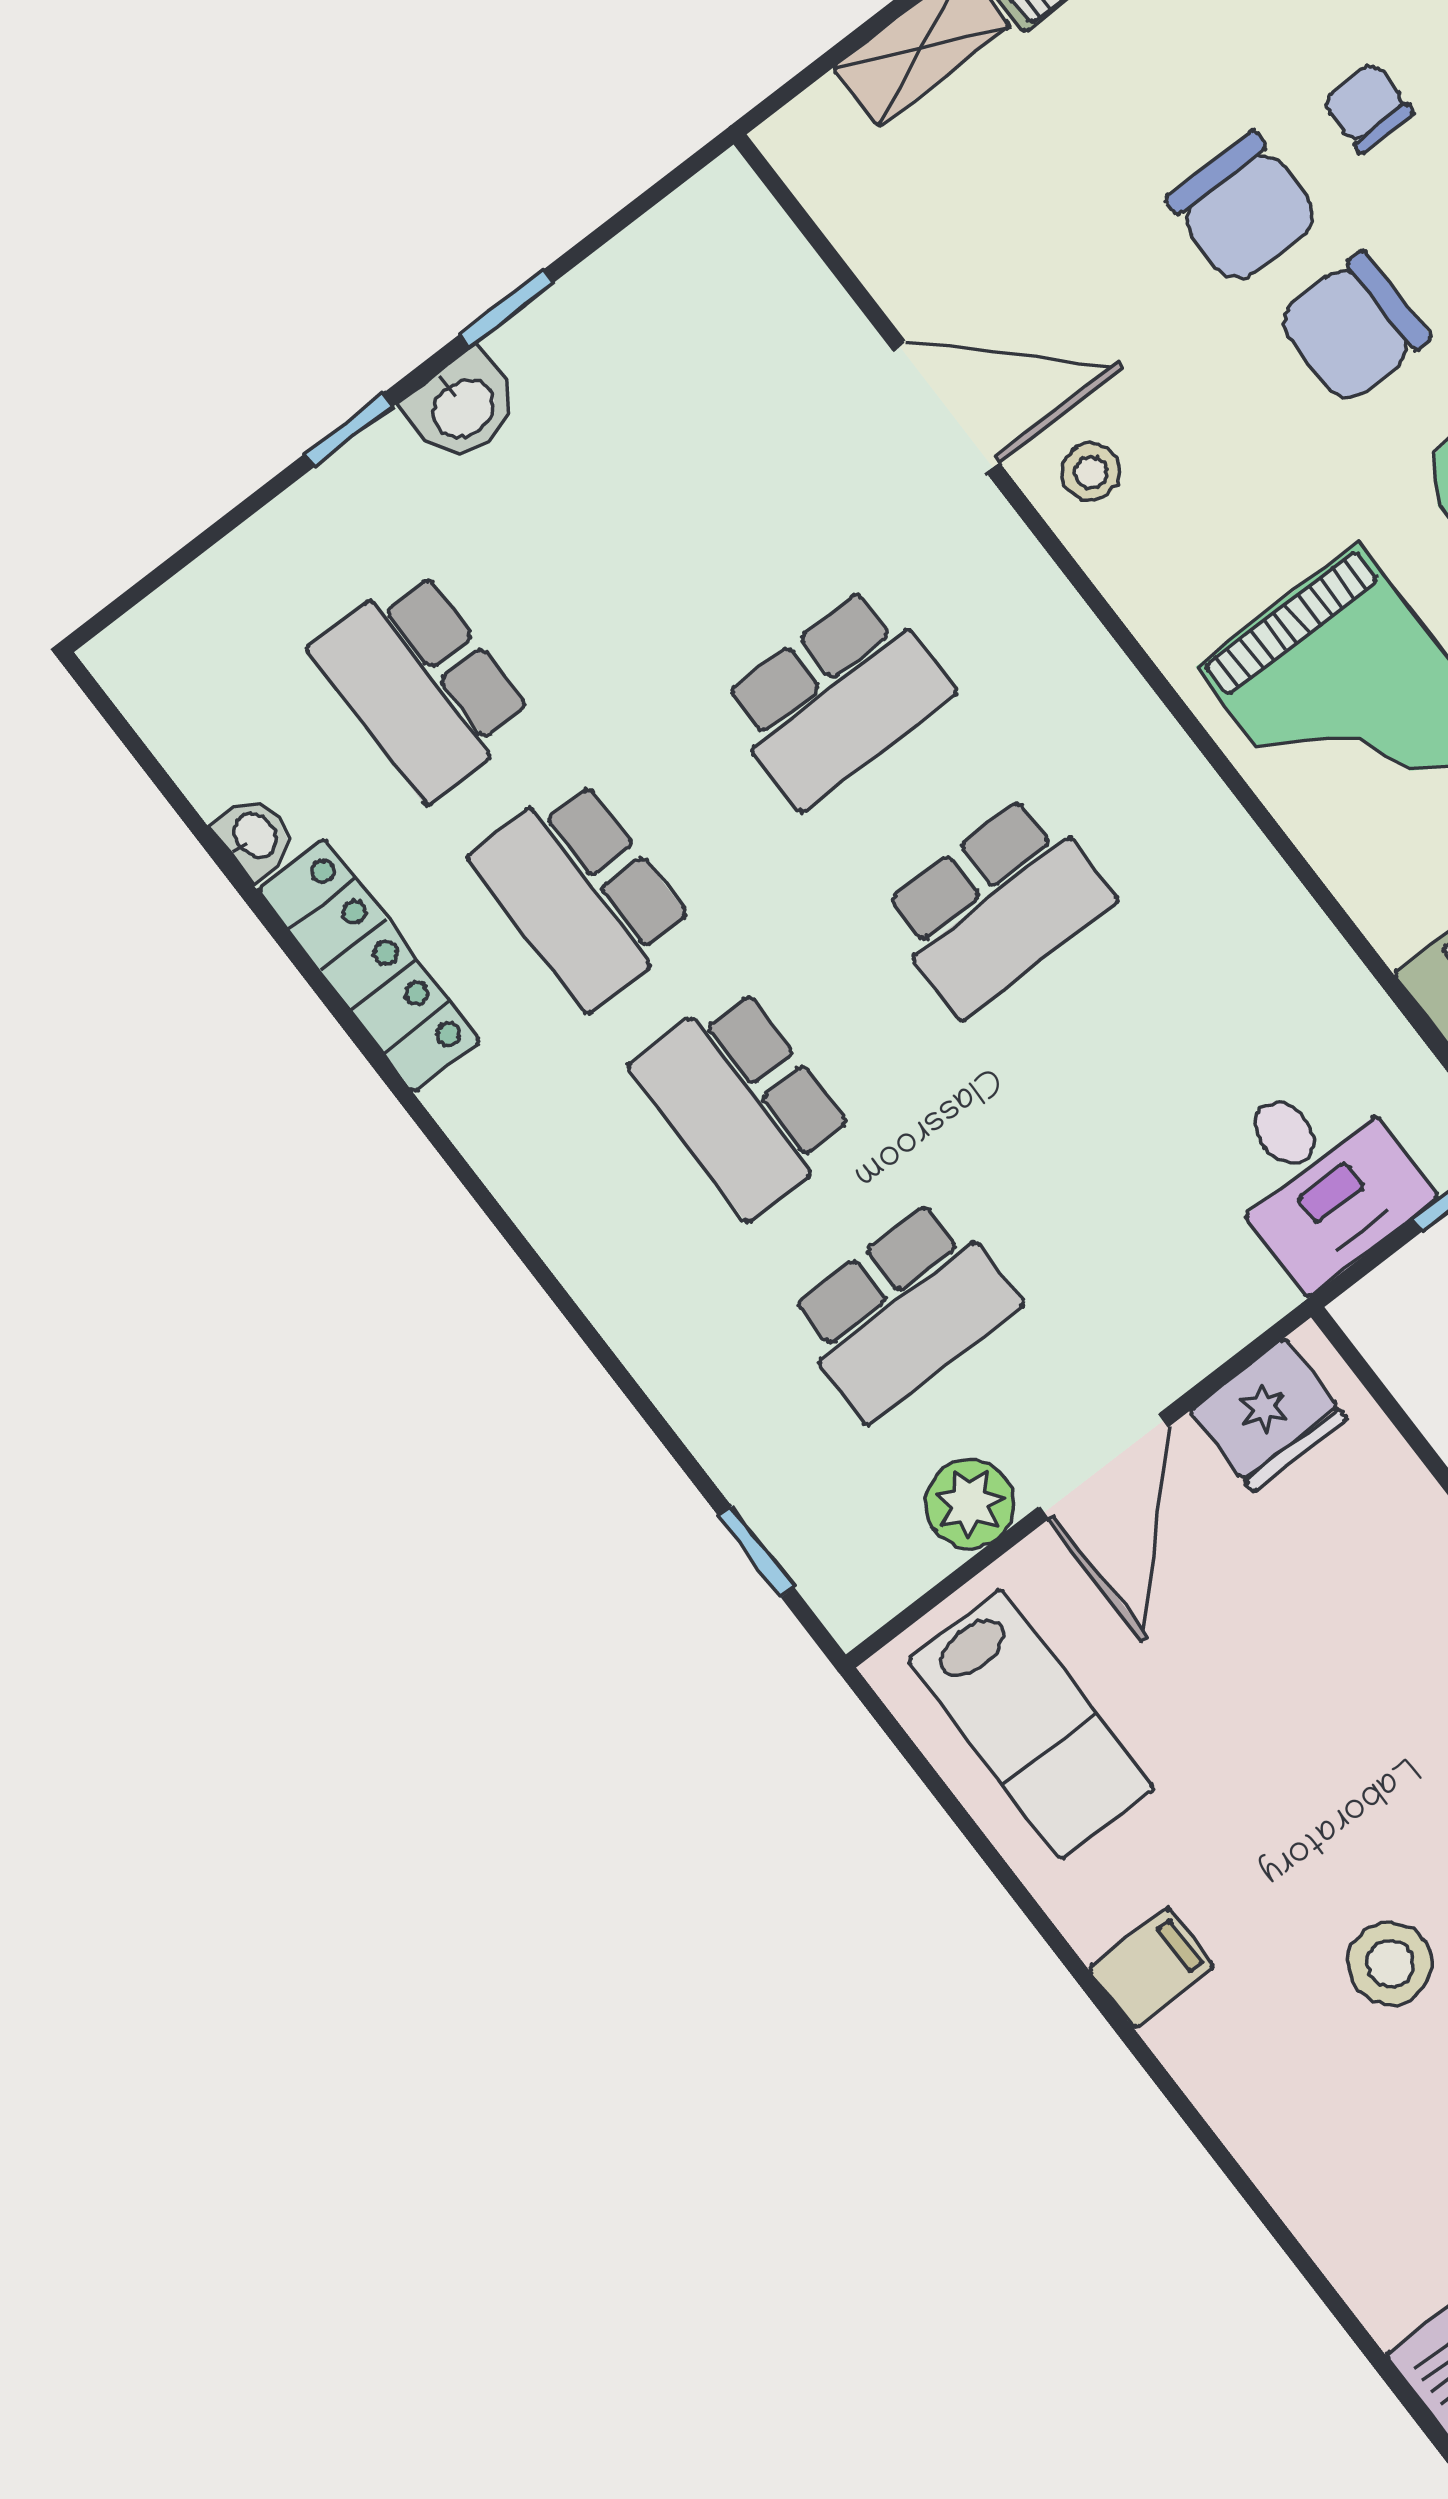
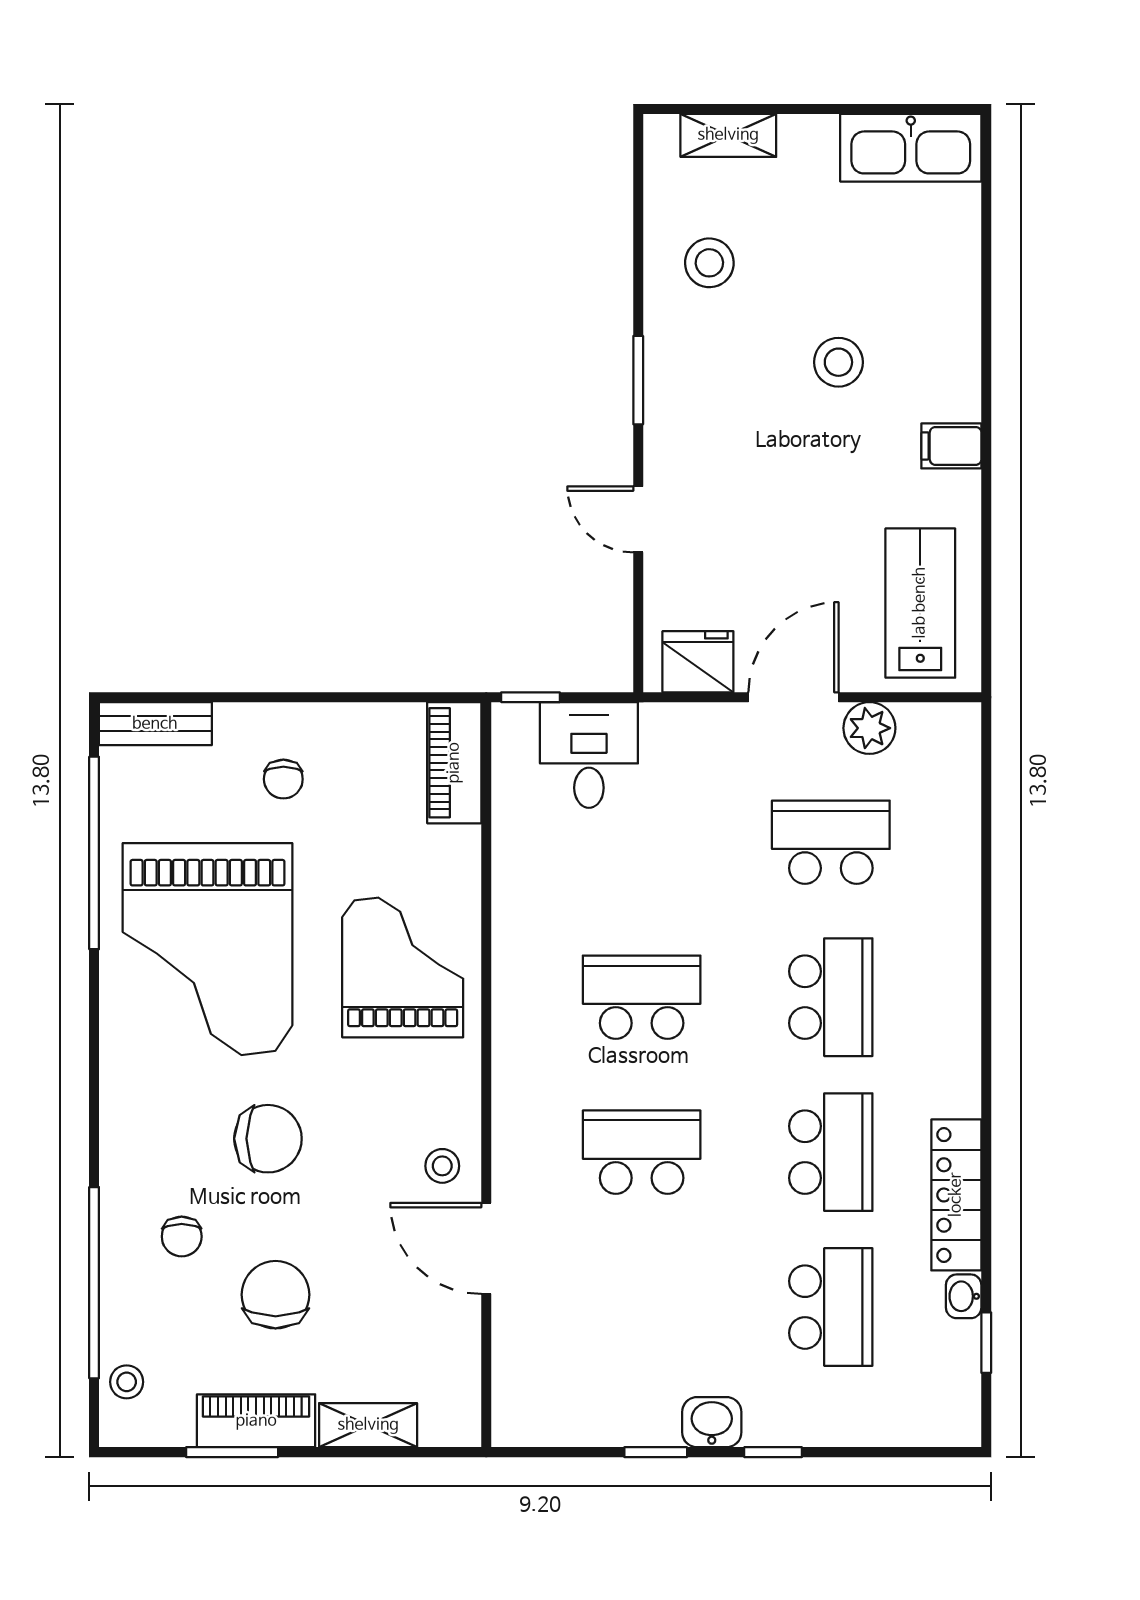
chair: (1244, 209) -> (276, 1295), moved
window: (756, 1552) -> (986, 1343), moved

